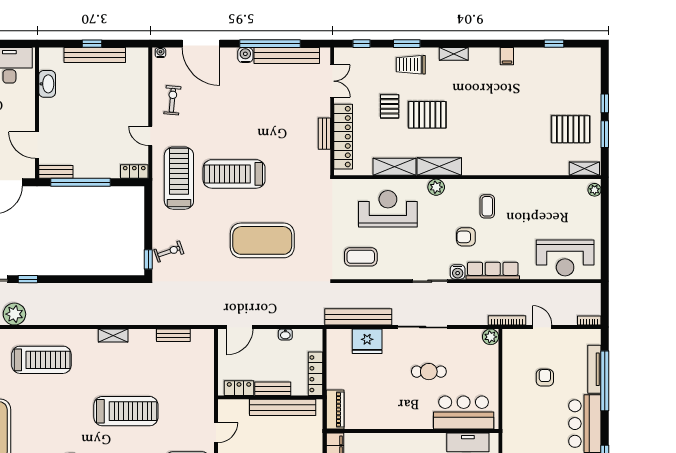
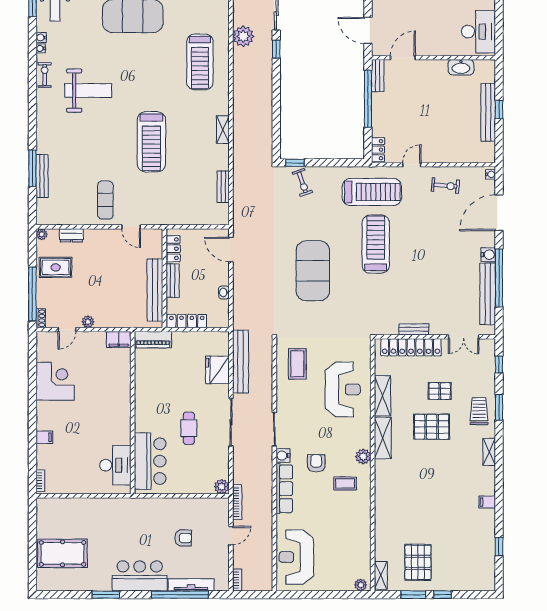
pallet: (427, 115) -> (432, 427), turned 90
plant: (436, 187) -> (363, 456), moved

